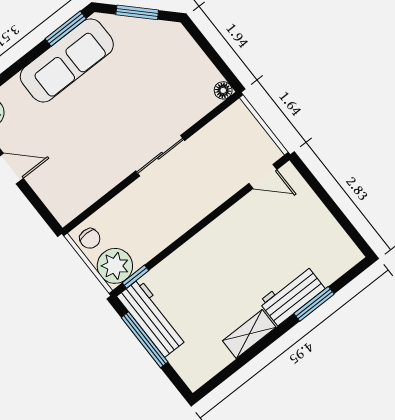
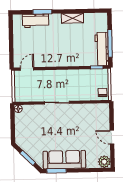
door: (263, 176) -> (27, 69), hinge flipped
plant: (115, 266) -> (101, 76), removed
workbench: (292, 295) -> (36, 21), moved

